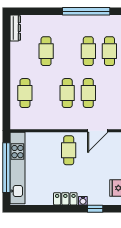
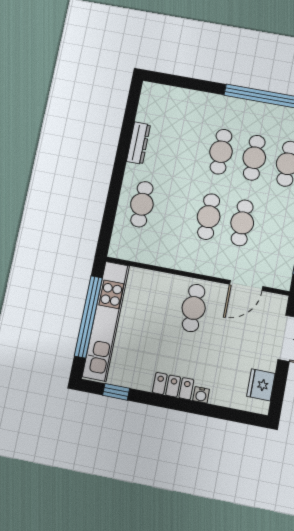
dresser: (15, 28) -> (138, 143), moved
cafe table: (46, 51) -> (221, 152), moved
window: (95, 209) -> (116, 392), moved

